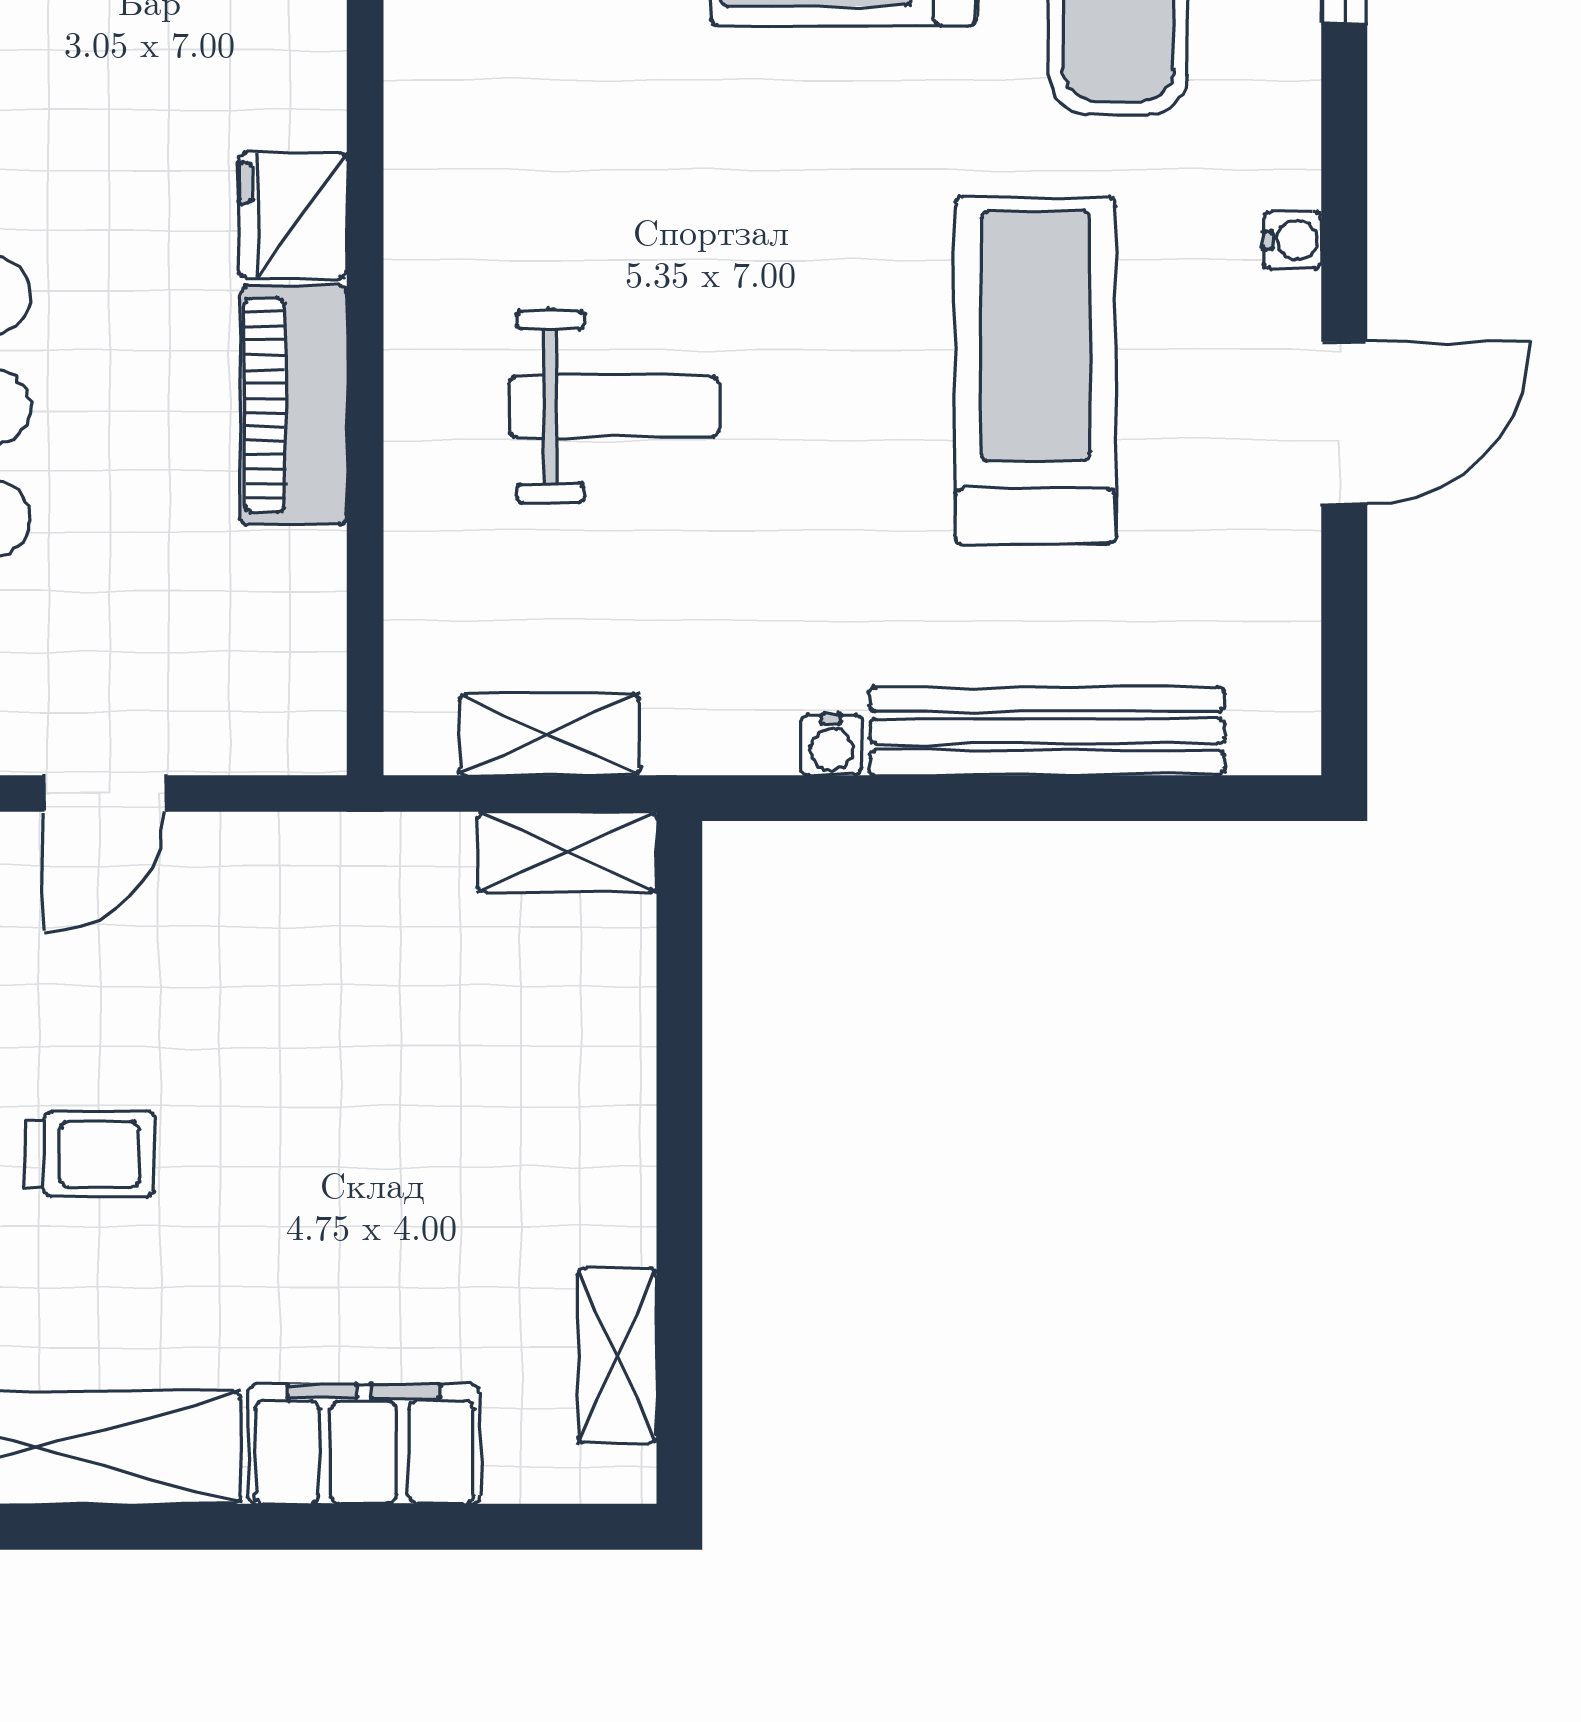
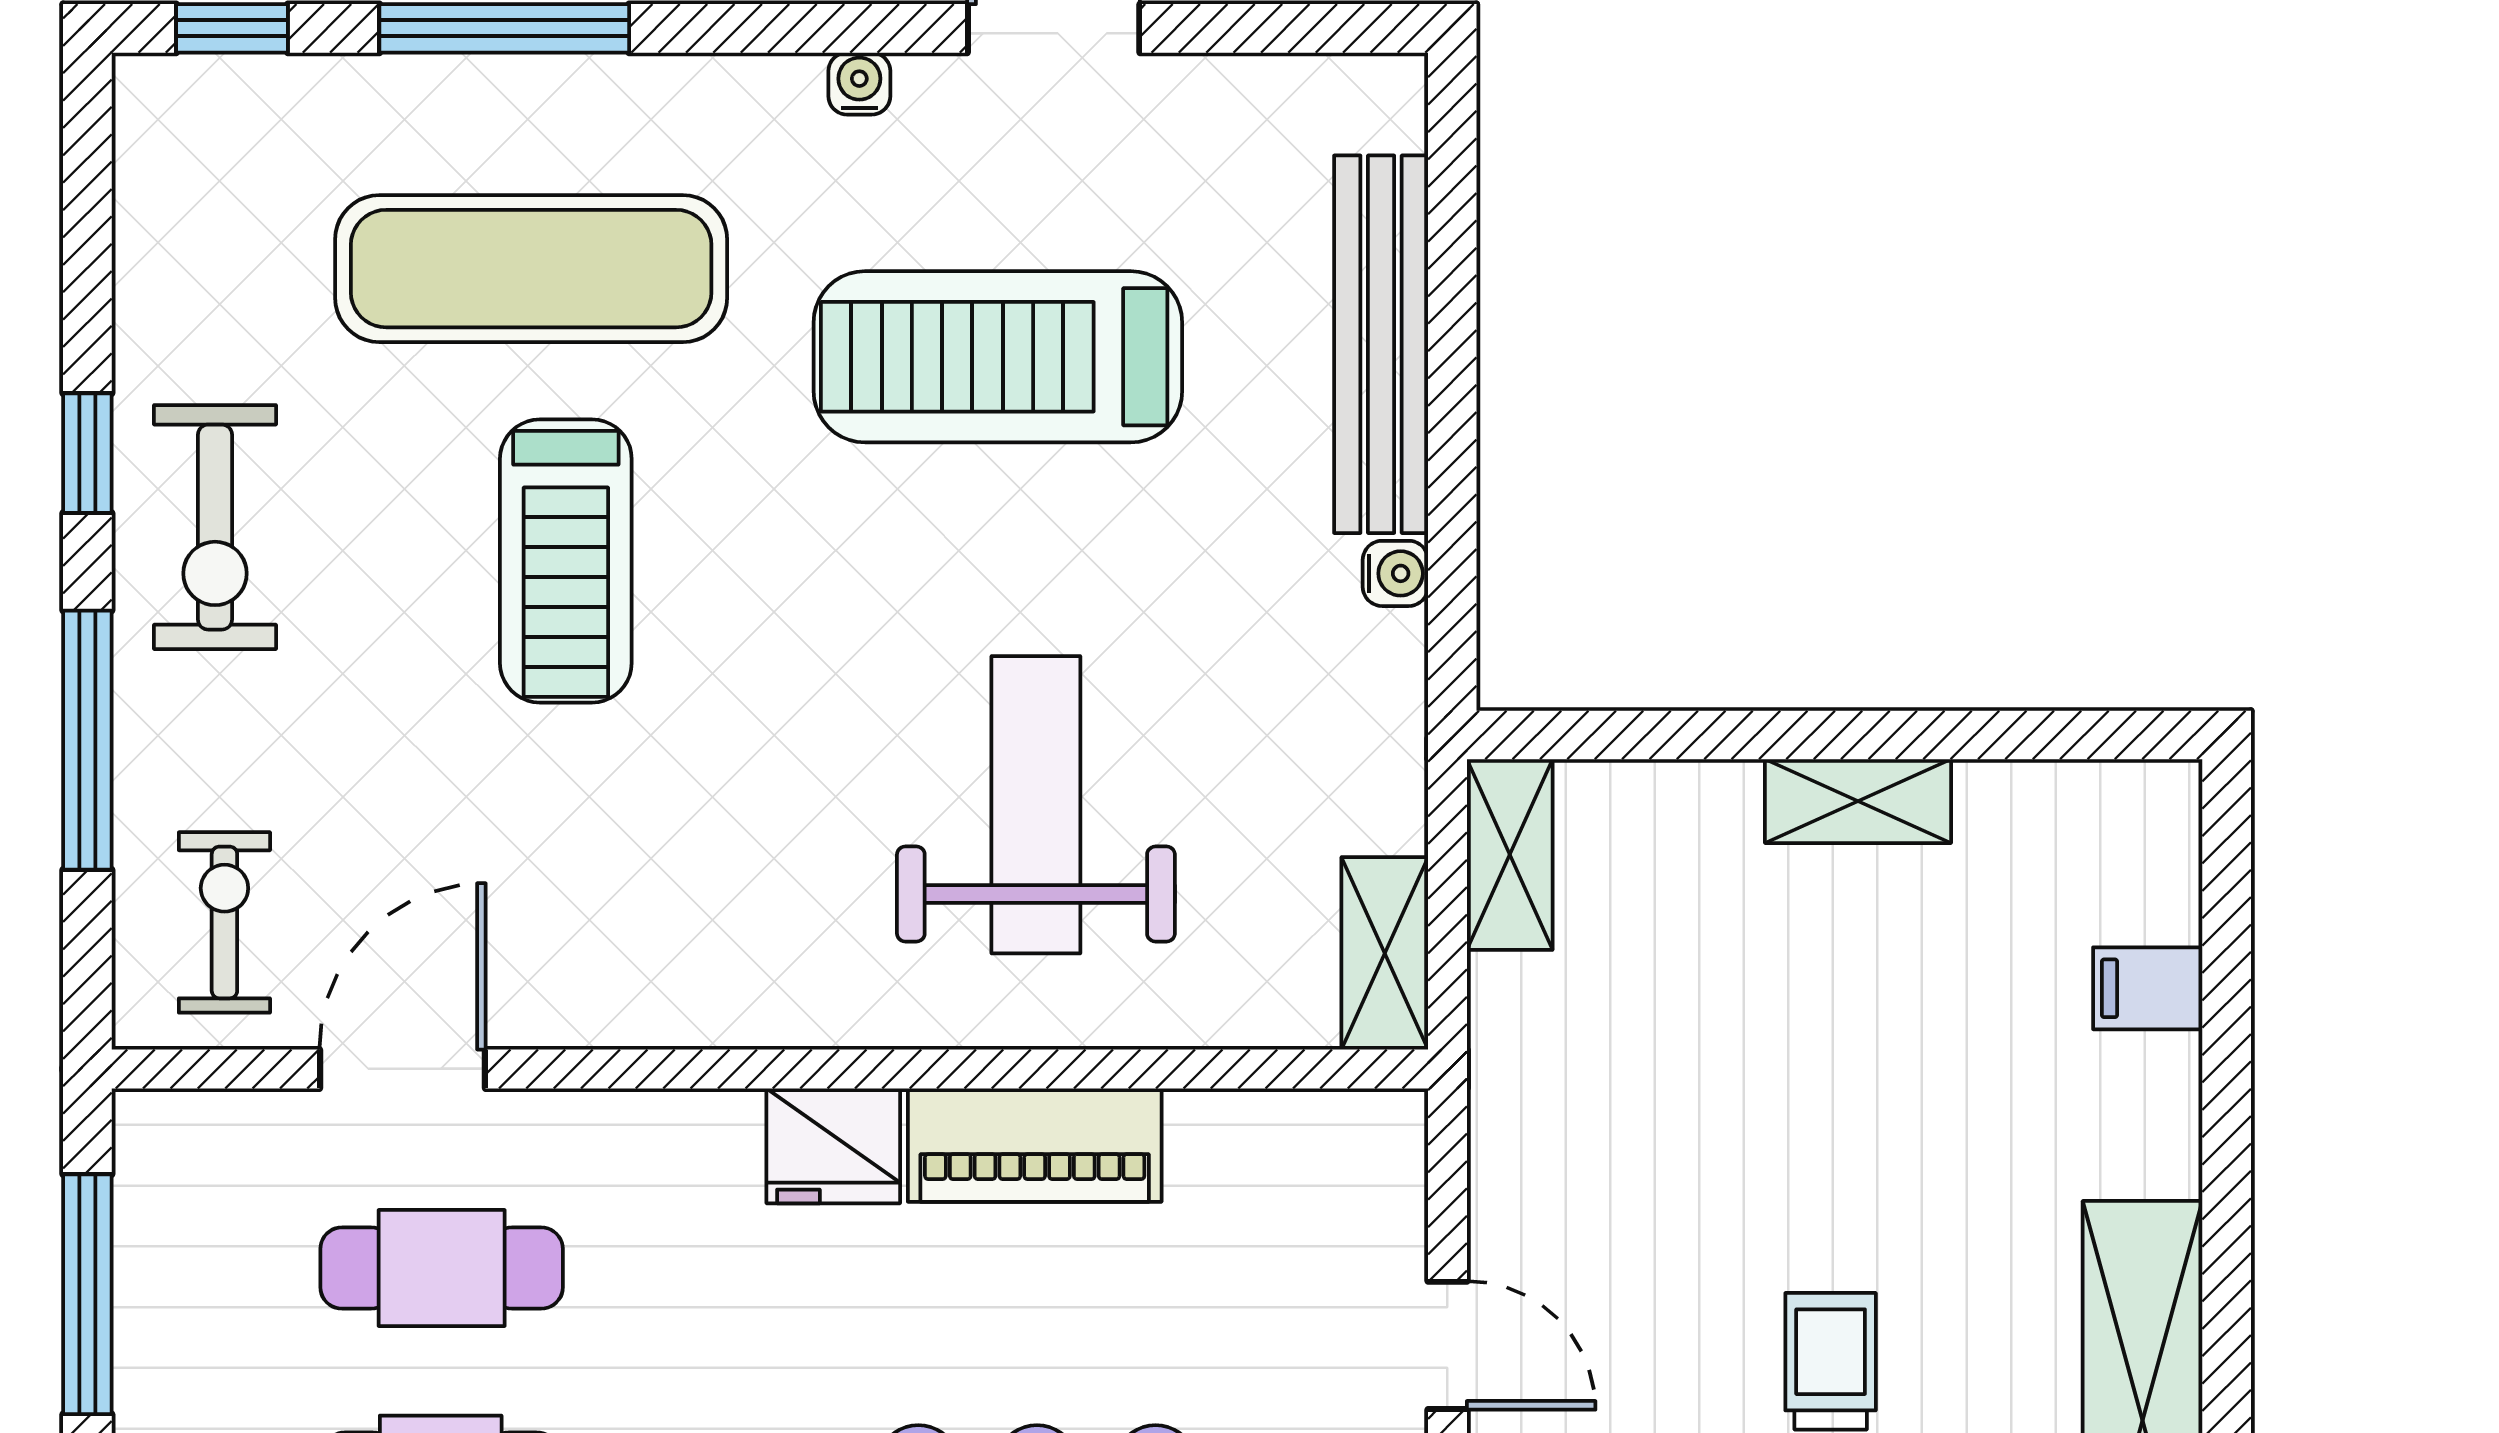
weight bench: (614, 406) -> (1036, 805), width x1.36, depth x1.33
shelving: (550, 735) -> (1385, 953), moved
shelving: (617, 1356) -> (1858, 801), moved
filing cabinet: (364, 1444) -> (2148, 988), width x0.33, depth x0.86

